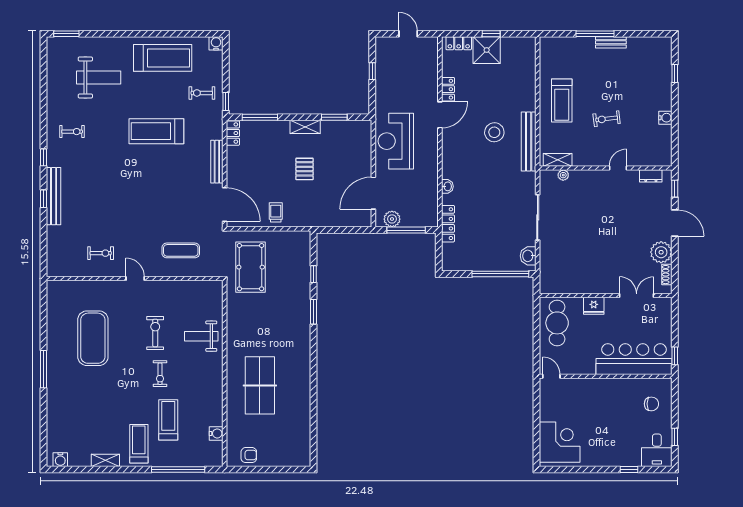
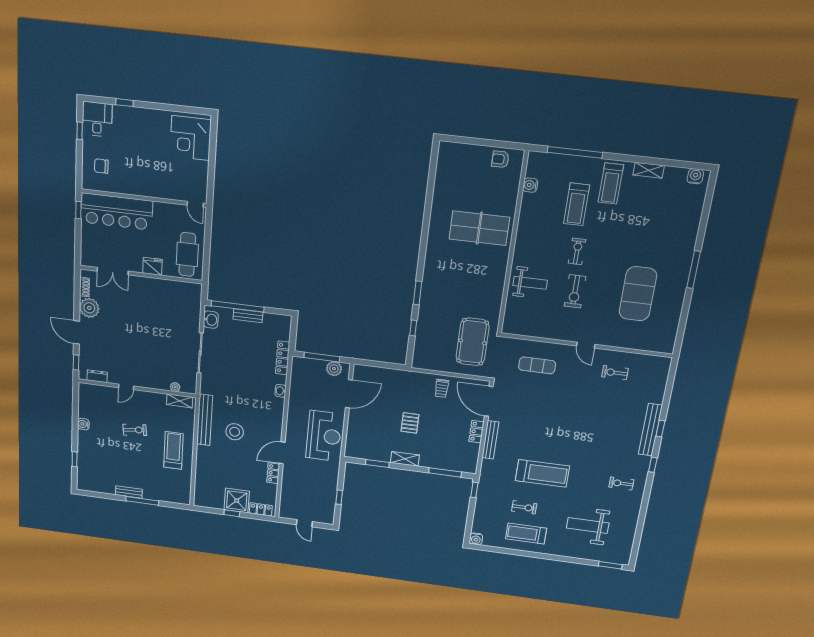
treadmill: (163, 58) -> (526, 534), width x0.73, depth x0.73
exercise bike: (202, 93) -> (524, 507), moved
locker: (233, 133) -> (476, 432), moved
bench: (489, 265) -> (248, 316), added
table tennis table: (260, 385) -> (479, 228), turned 90

